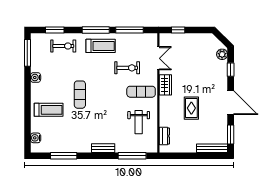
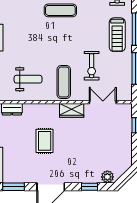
double door: (158, 58) -> (103, 102), swing flipped
rug: (191, 108) -> (45, 141), turned 90
weight bench: (139, 122) -> (28, 79), turned 180

